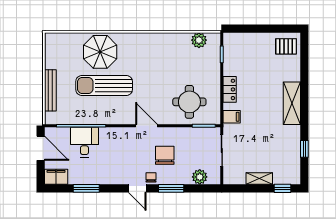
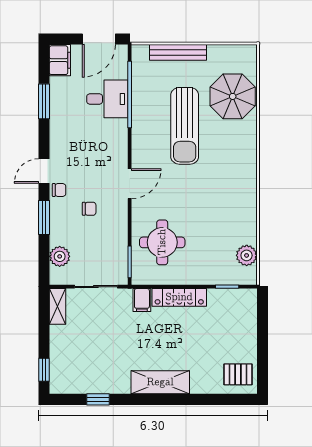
pallet: (286, 46) -> (238, 374), turned 90
parasol: (100, 52) -> (233, 96), moved
sun lounger: (104, 85) -> (185, 126), turned 180
locker: (230, 89) -> (179, 297), width x1.53
chair: (165, 155) -> (89, 209), width x0.54, depth x0.54
shelving: (259, 179) -> (58, 306), moved

